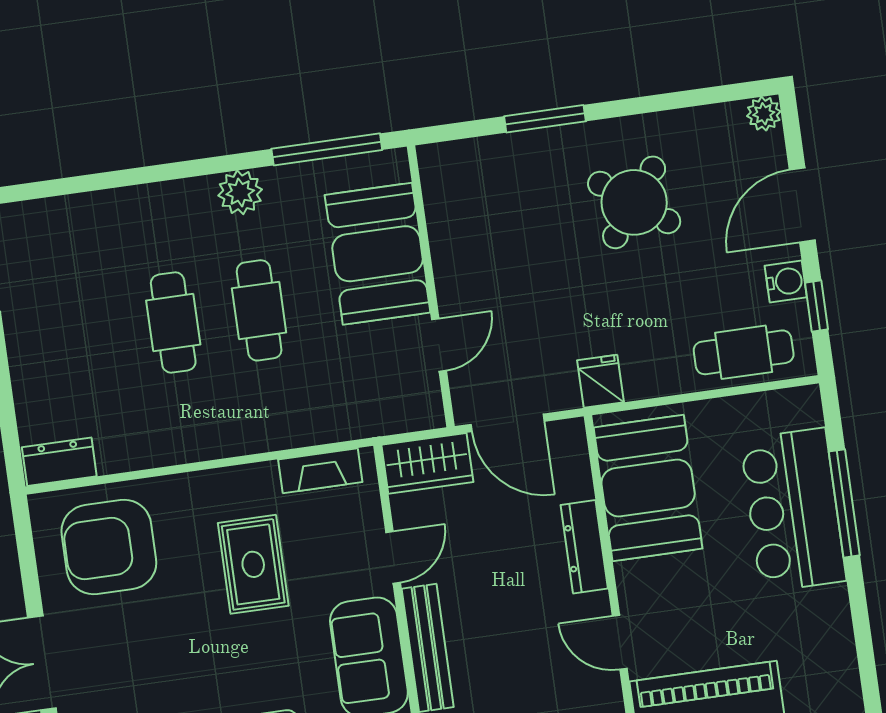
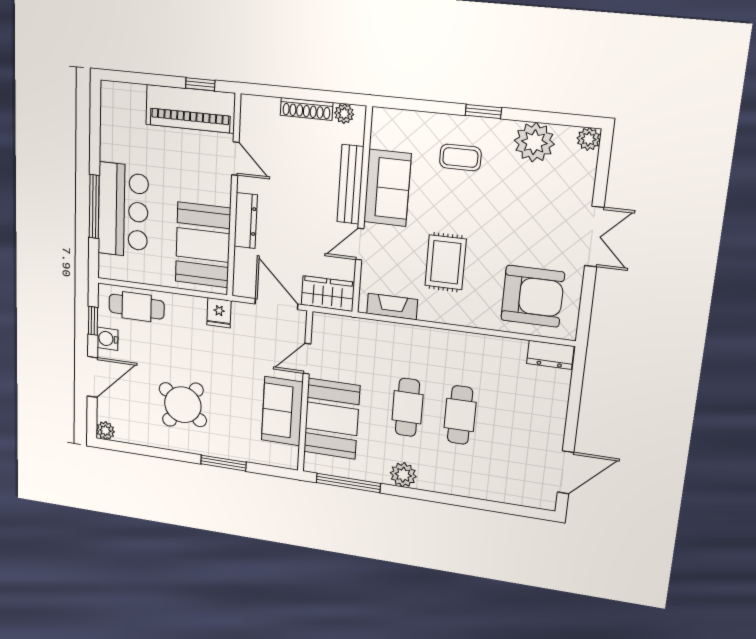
sofa: (462, 242) -> (282, 411), added

